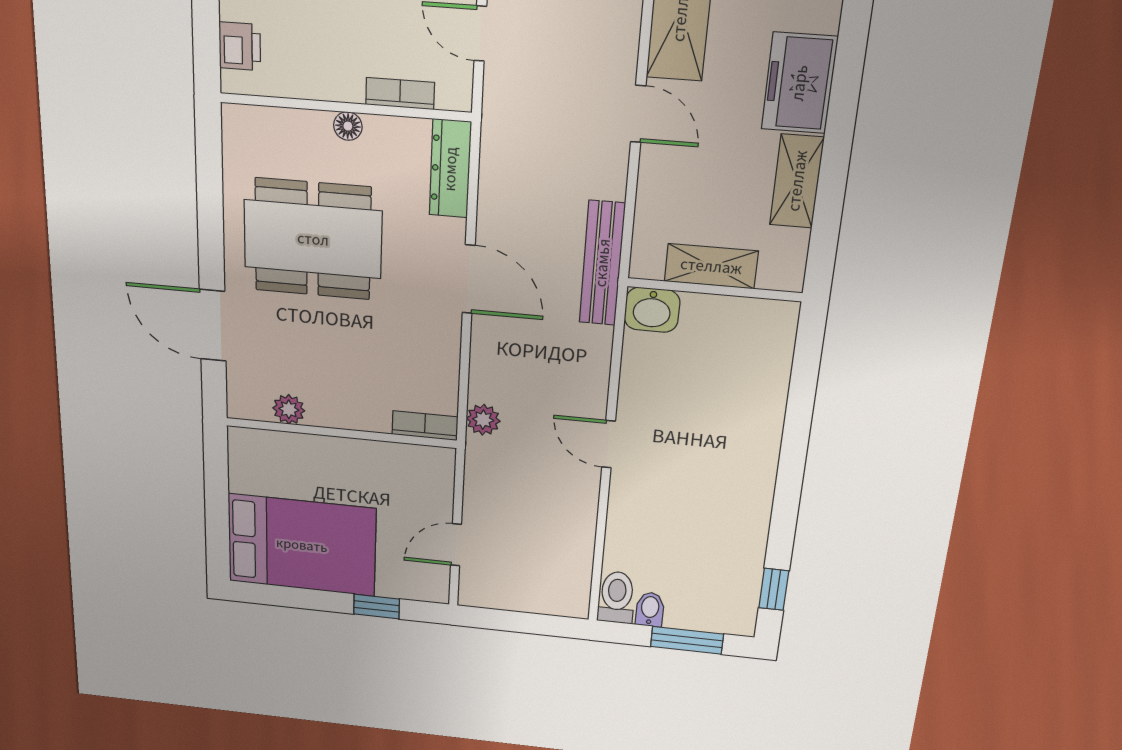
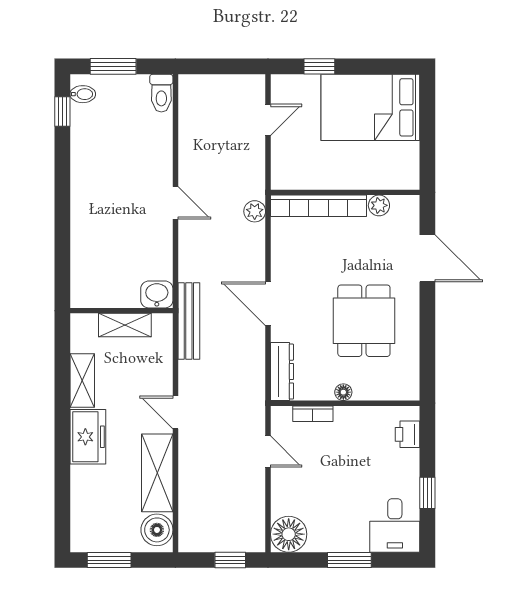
dining table: (313, 239) -> (364, 321), width x0.73
bookcase: (425, 426) -> (319, 206), width x2.31, depth x1.31
bidet: (650, 609) -> (83, 94), moved, turned -90

